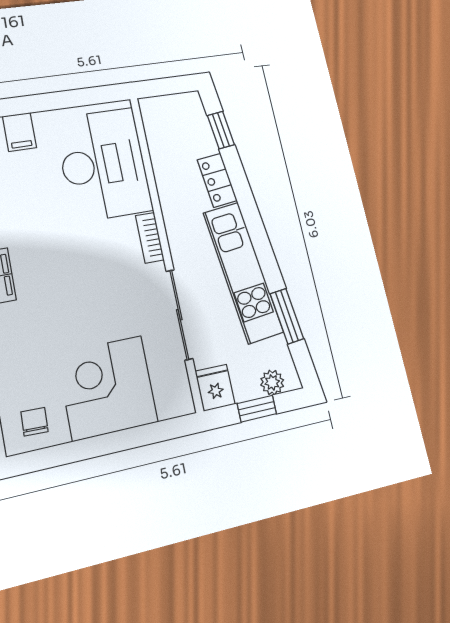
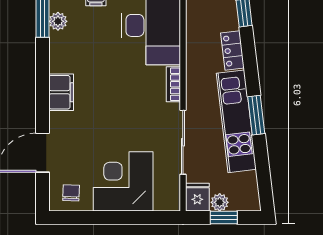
window: (287, 316) -> (256, 115), moved
plant: (272, 382) -> (220, 202), moved

